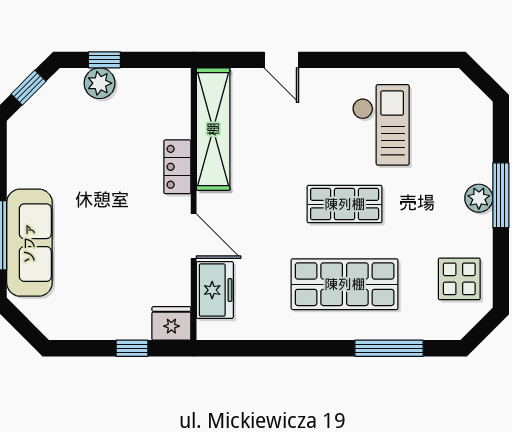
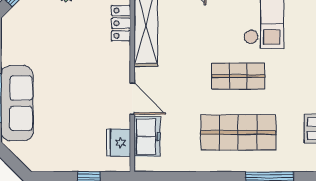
locker: (177, 167) -> (121, 23), moved
fridge: (171, 323) -> (119, 143), moved, turned -90

